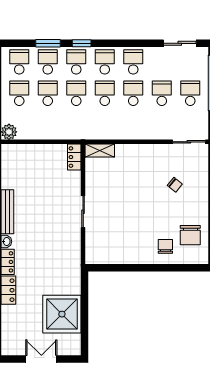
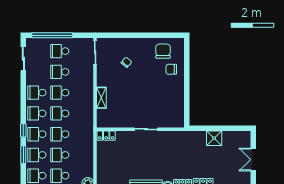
shelving: (100, 151) -> (101, 98), moved
chair: (190, 235) -> (163, 51), turned -90
shower: (62, 314) -> (214, 138), width x0.54, depth x0.54

